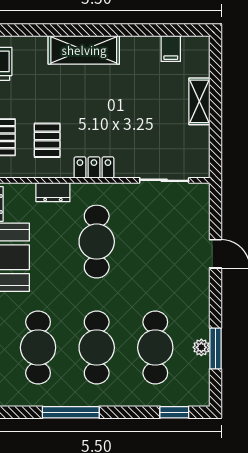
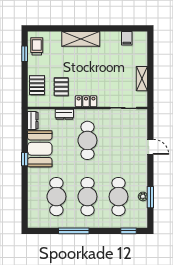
shelving: (199, 101) -> (142, 79), moved

